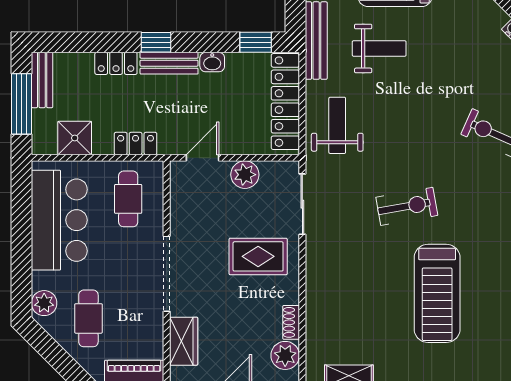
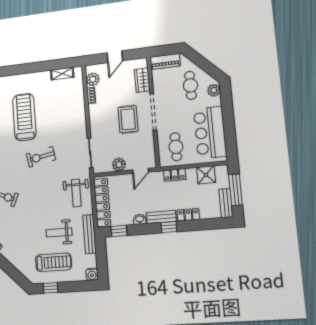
rug: (258, 256) -> (128, 119), moved, turned 90

